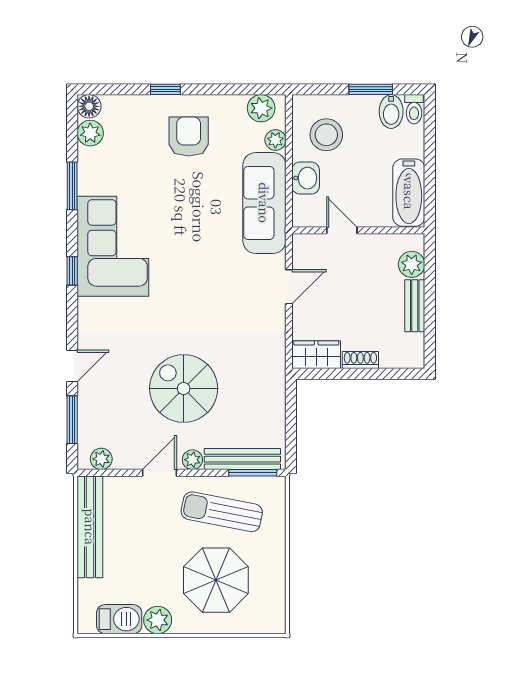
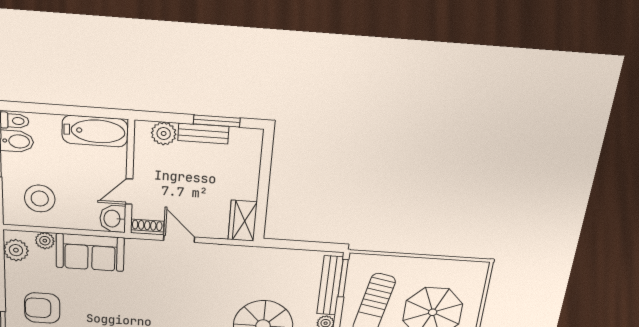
washbasin: (306, 178) -> (113, 219), moved, turned -90
sofa: (264, 203) -> (90, 252), width x0.73
window: (430, 319) -> (217, 121), added
shoe rack: (360, 360) -> (147, 227), moved, turned 90

